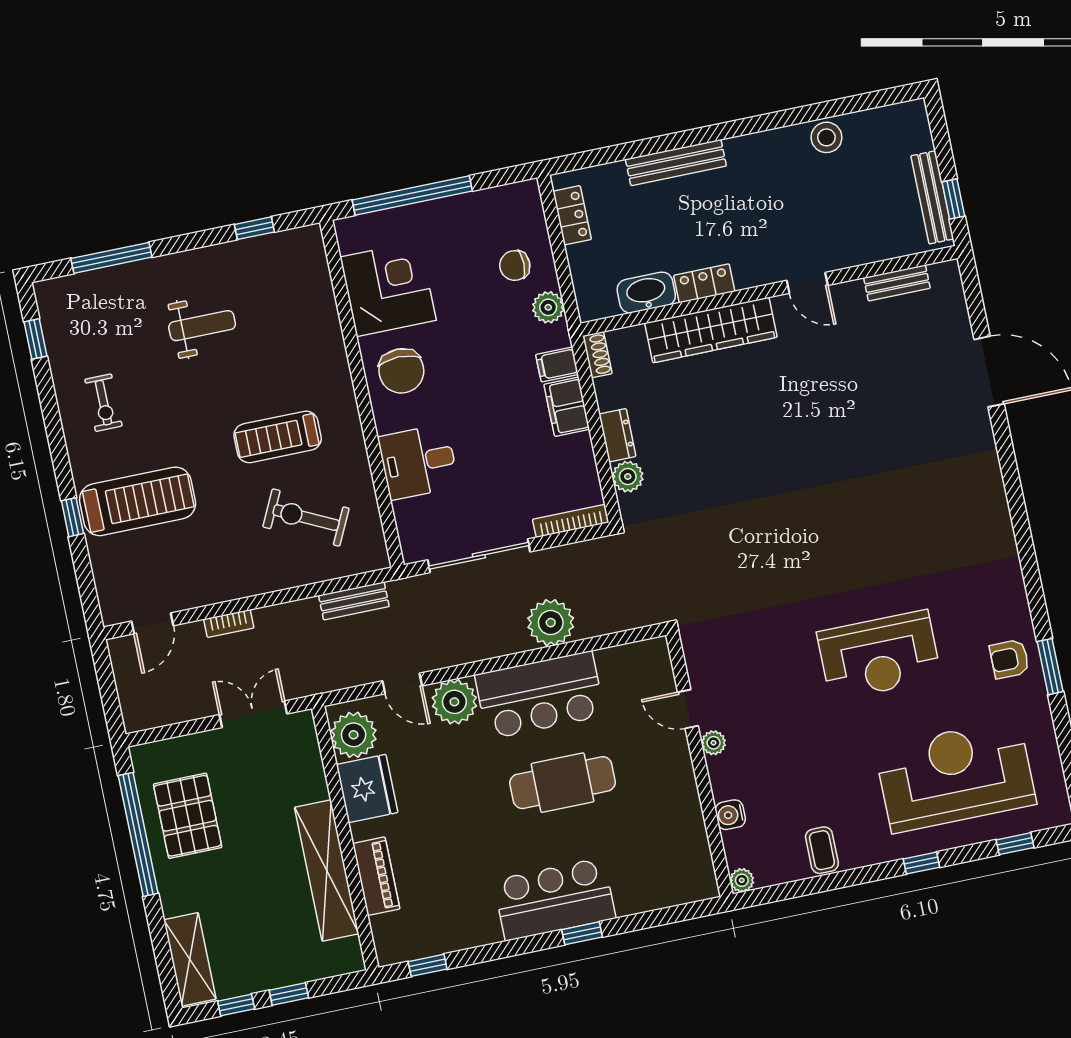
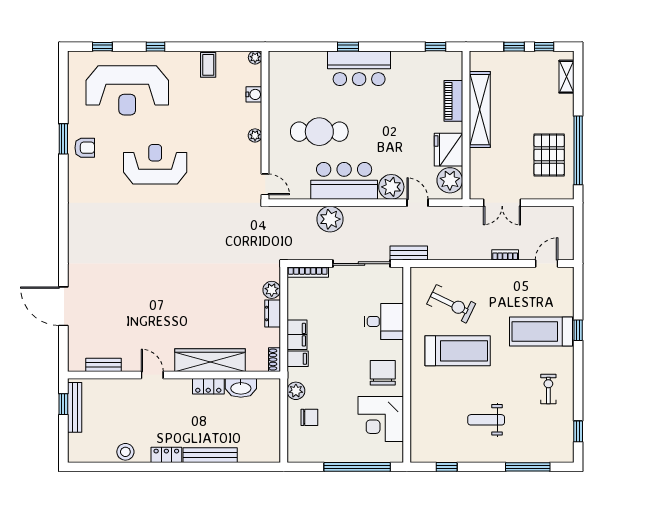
locker: (572, 215) -> (166, 455), moved, turned 90
treadmill: (278, 437) -> (458, 351), width x1.37, depth x1.38
bench: (354, 601) -> (409, 253), moved
door: (688, 709) -> (265, 184), moved
cafe table: (563, 783) -> (319, 132), moved
shelving: (190, 959) -> (567, 77), width x0.67, depth x0.75

